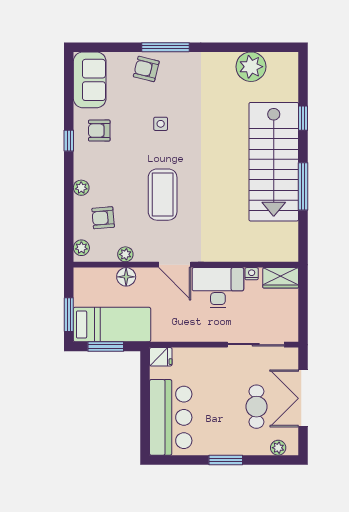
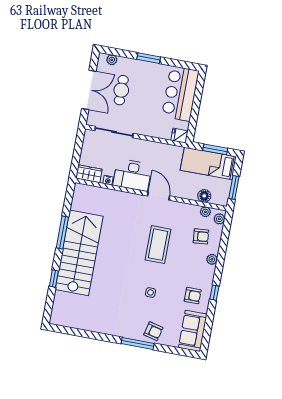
plant: (251, 67) -> (83, 320), removed
plant: (125, 254) -> (205, 212), moved
floor lamp: (126, 277) -> (204, 196), moved
window: (69, 315) -> (234, 187), moved

